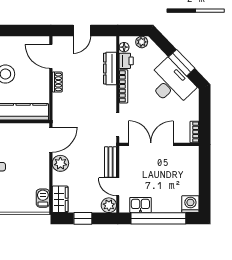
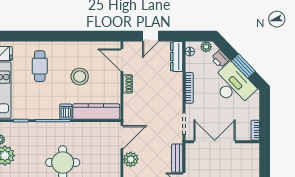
printer: (126, 61) -> (220, 59), moved, turned 136
dresser: (110, 69) -> (177, 57), moved

